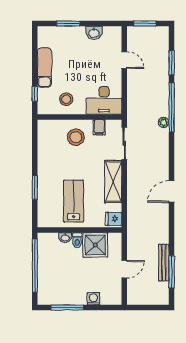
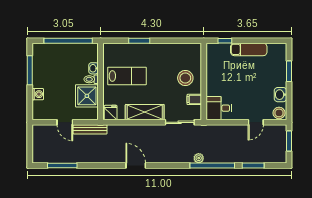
stool: (66, 99) -> (279, 113), moved
desk: (104, 100) -> (219, 108), width x0.73
bench: (164, 263) -> (90, 129), moved

